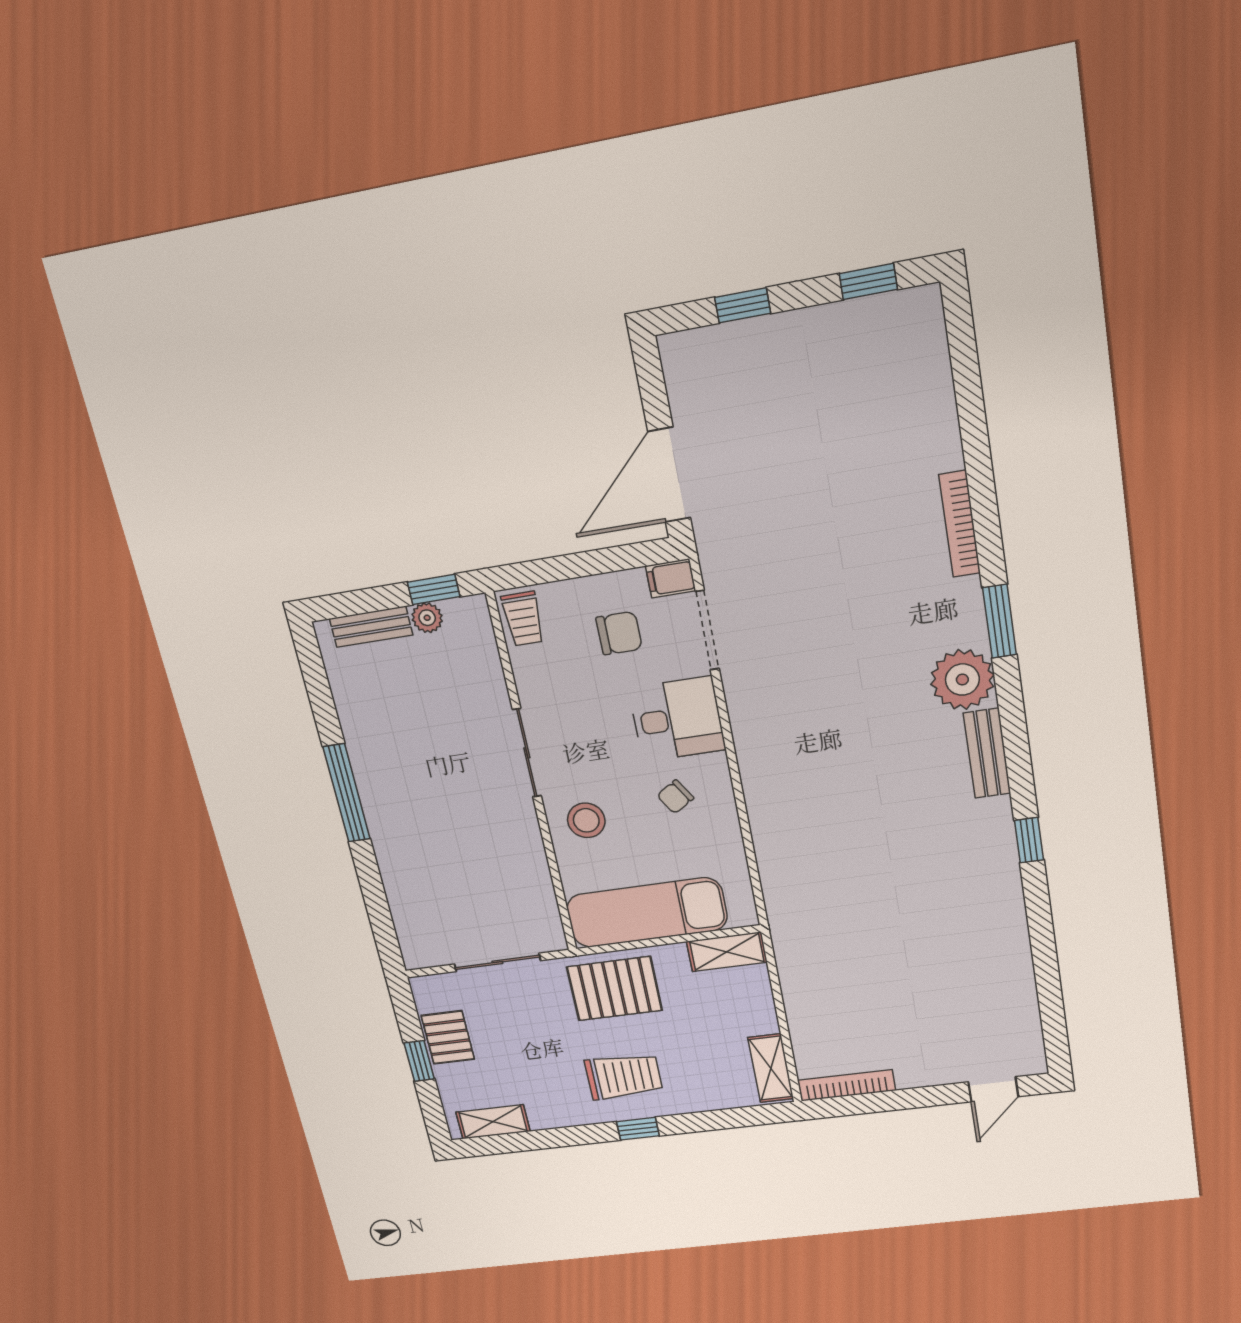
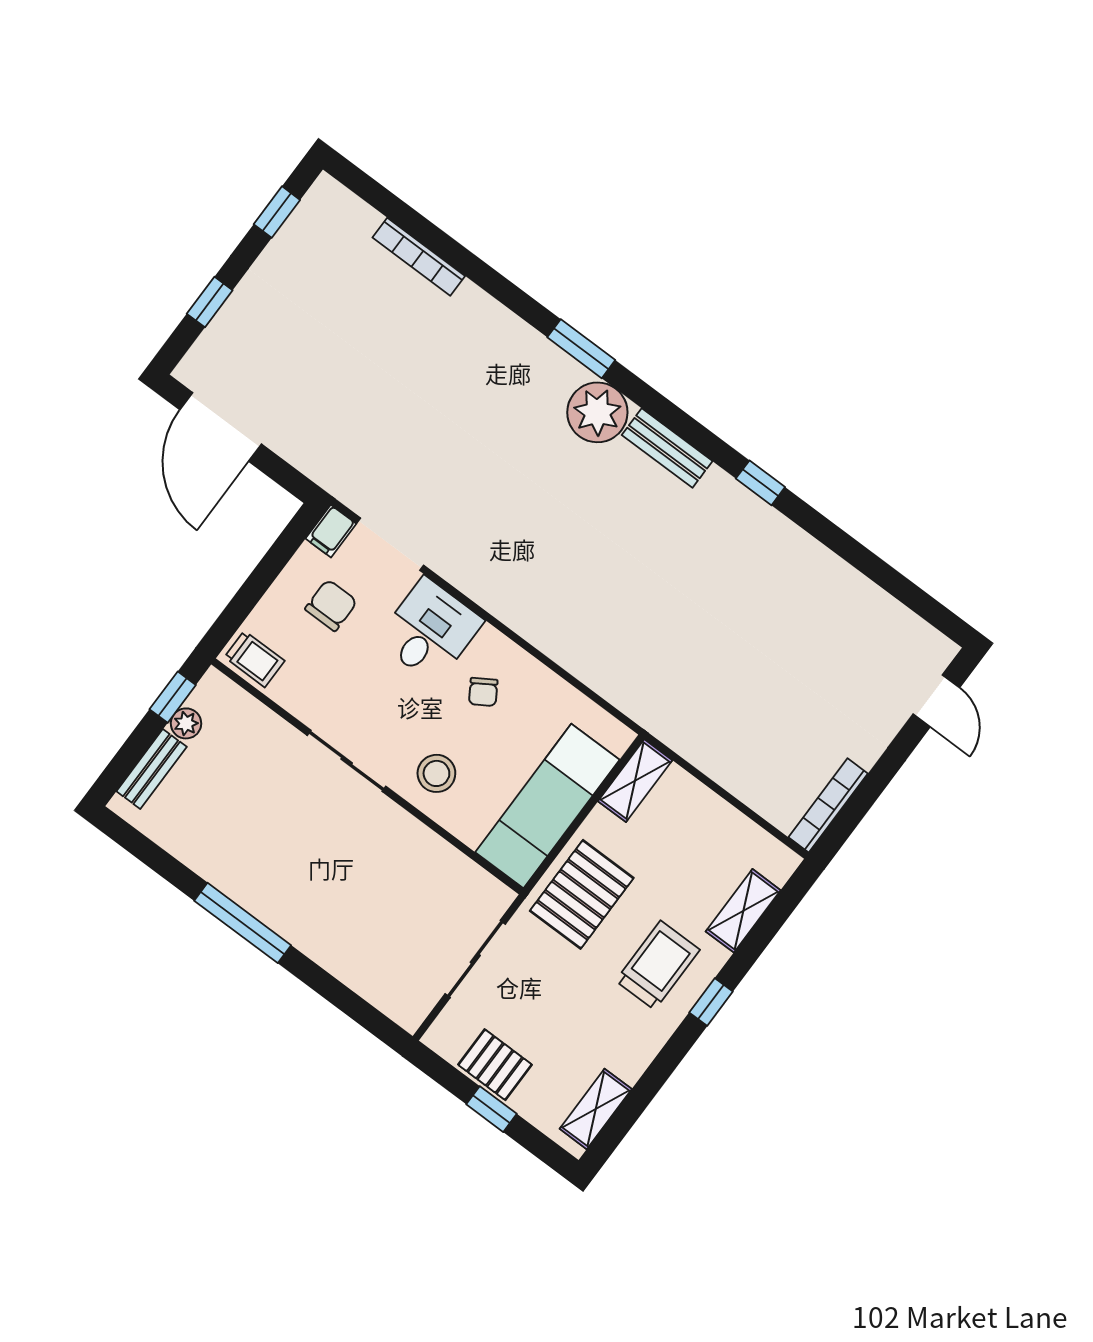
door: (669, 475) -> (221, 427), moved
bookcase: (960, 524) -> (419, 257), moved
shelving: (771, 1068) -> (743, 911), moved, turned 90

